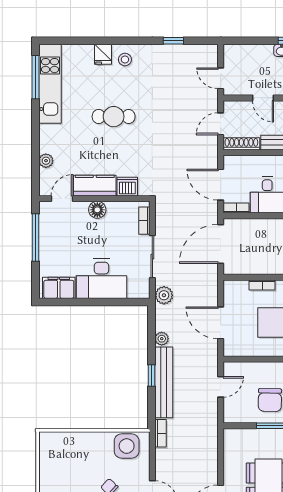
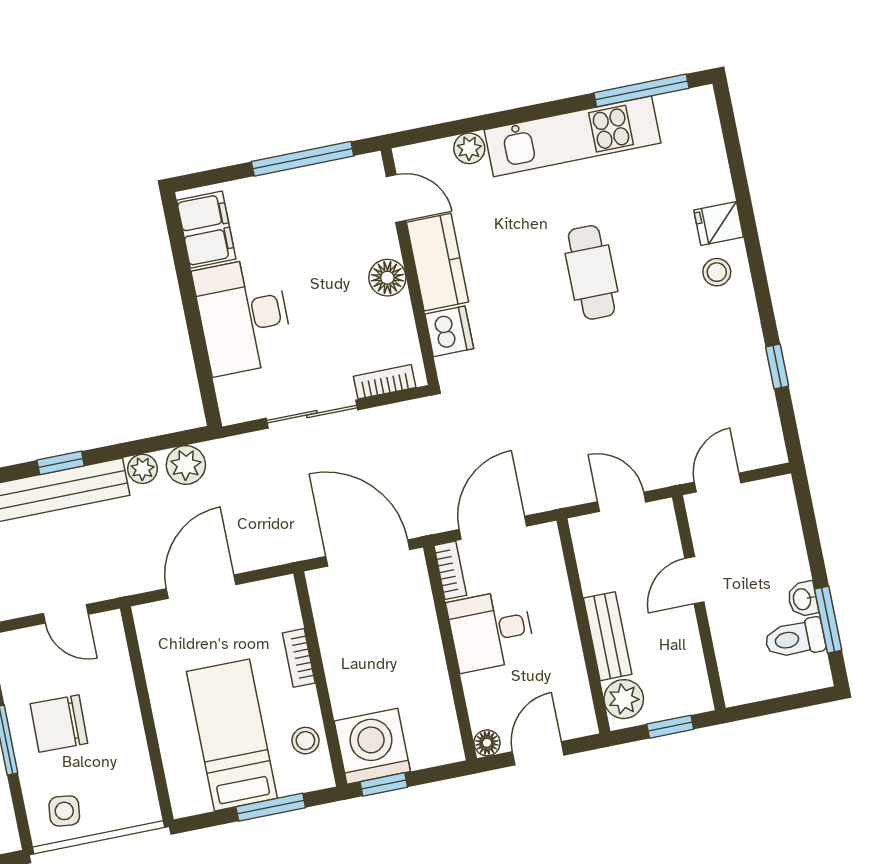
kitchen unit: (50, 84) -> (573, 136), moved
shoe rack: (241, 144) -> (588, 554), removed
plant: (164, 295) -> (186, 465), moved

